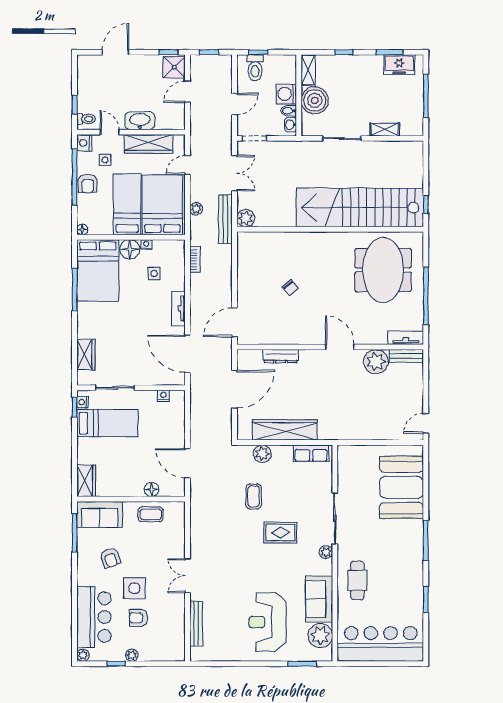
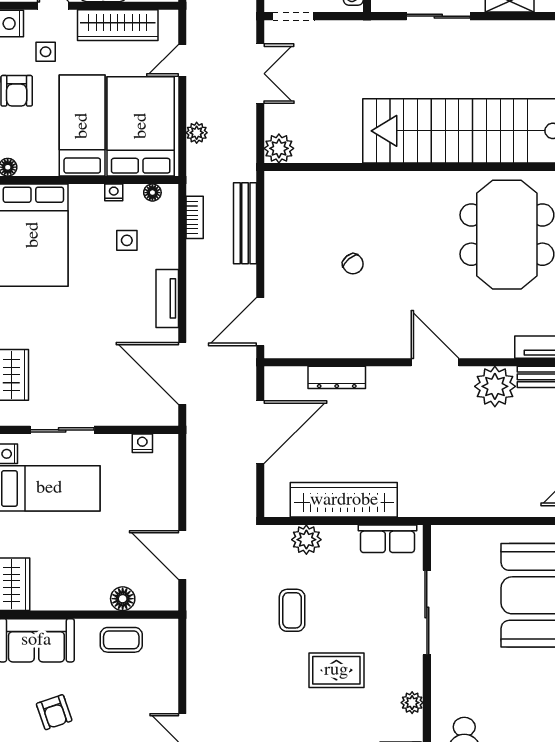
bench: (225, 219) -> (245, 223), moved
floor lamp: (130, 249) -> (152, 193), moved, width x0.53, depth x0.53
sliding door: (335, 518) -> (427, 612), moved

